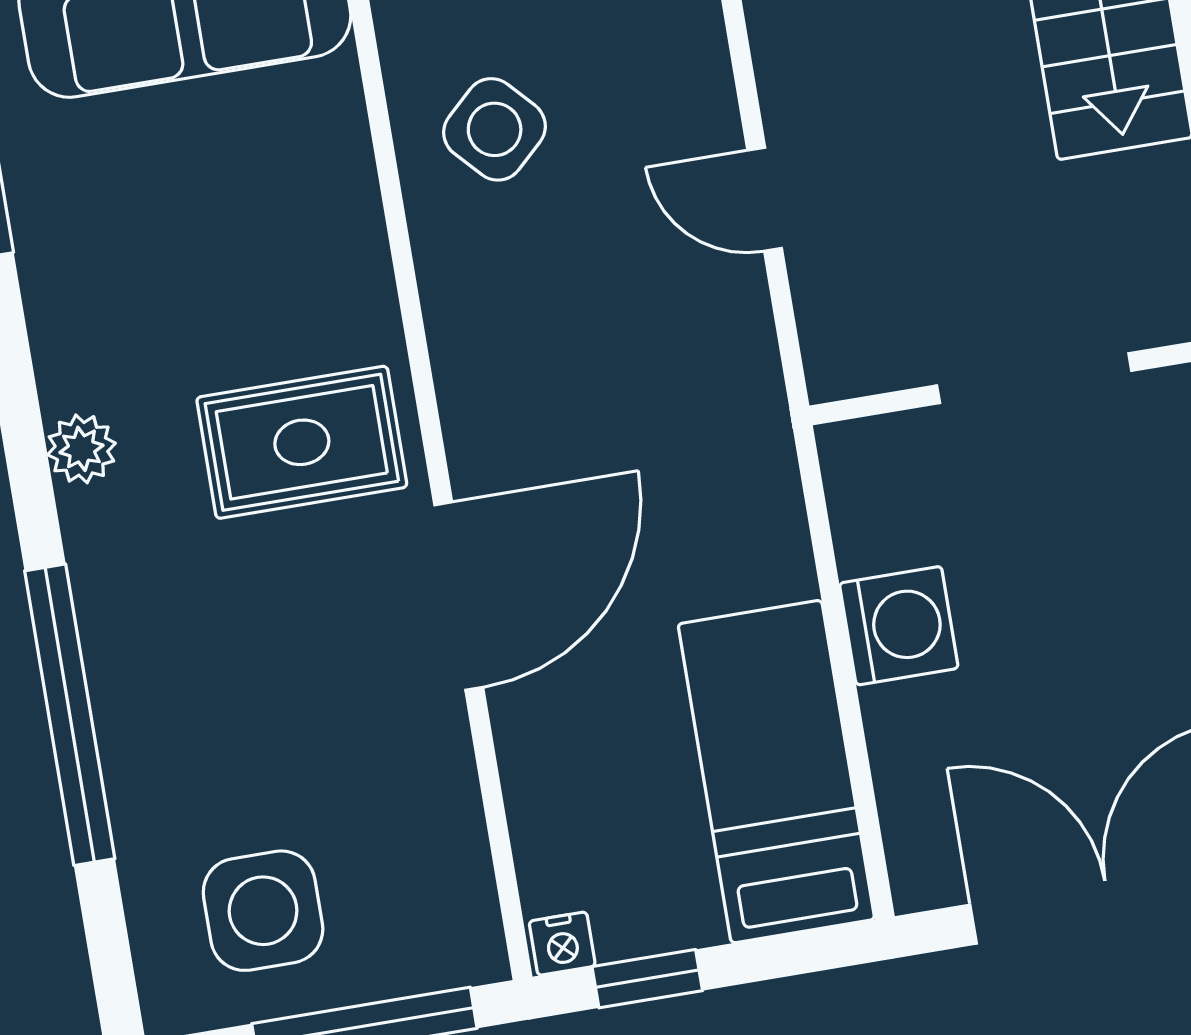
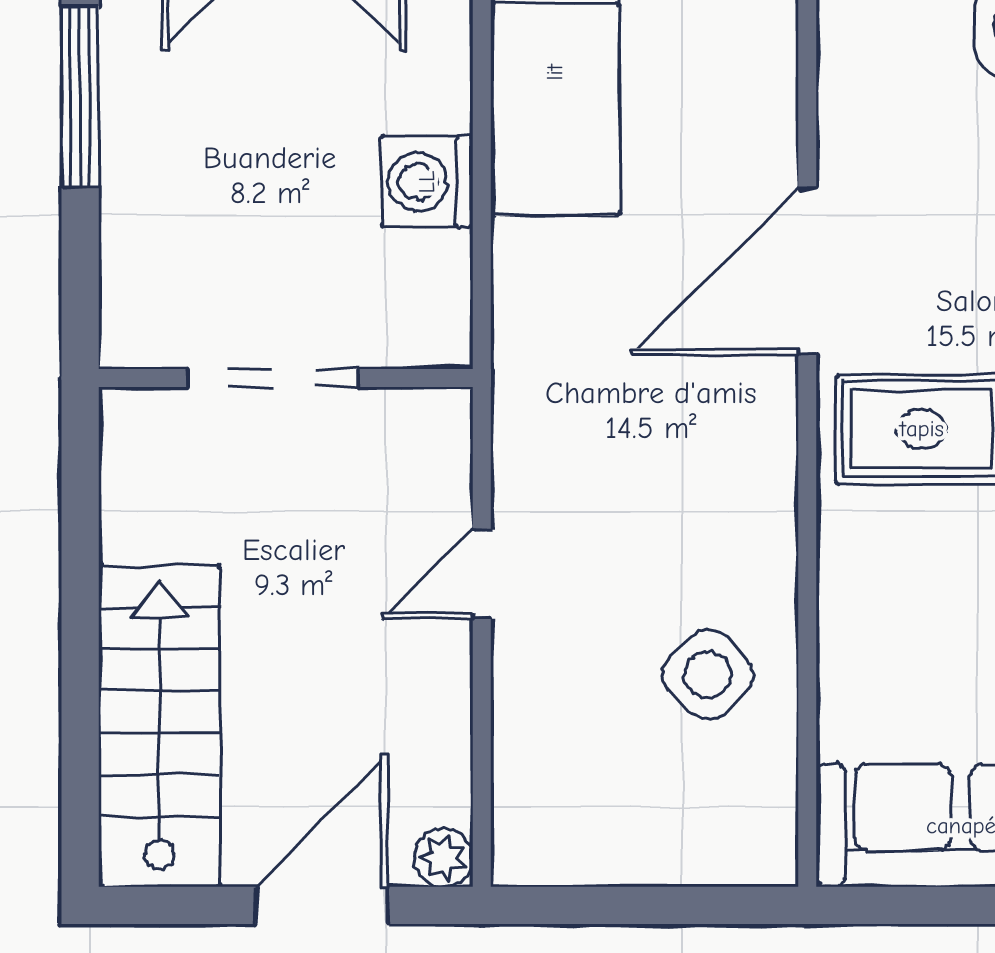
door: (765, 199) -> (482, 574), swing flipped

